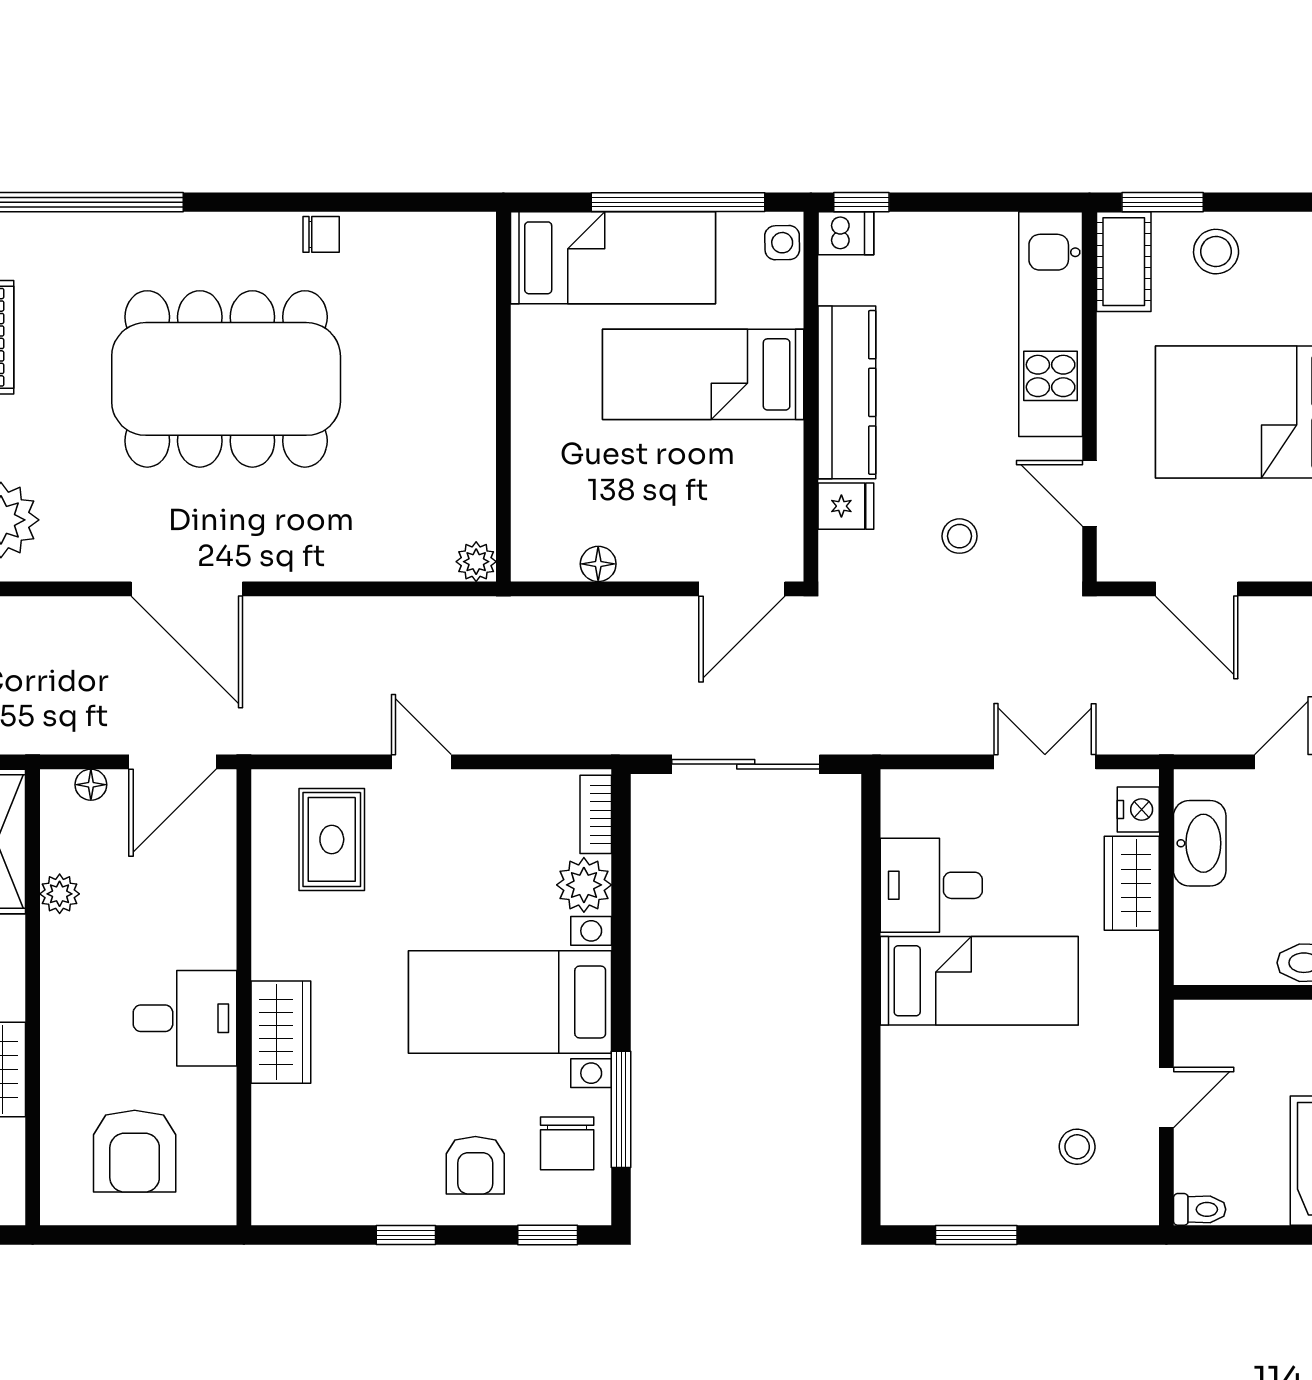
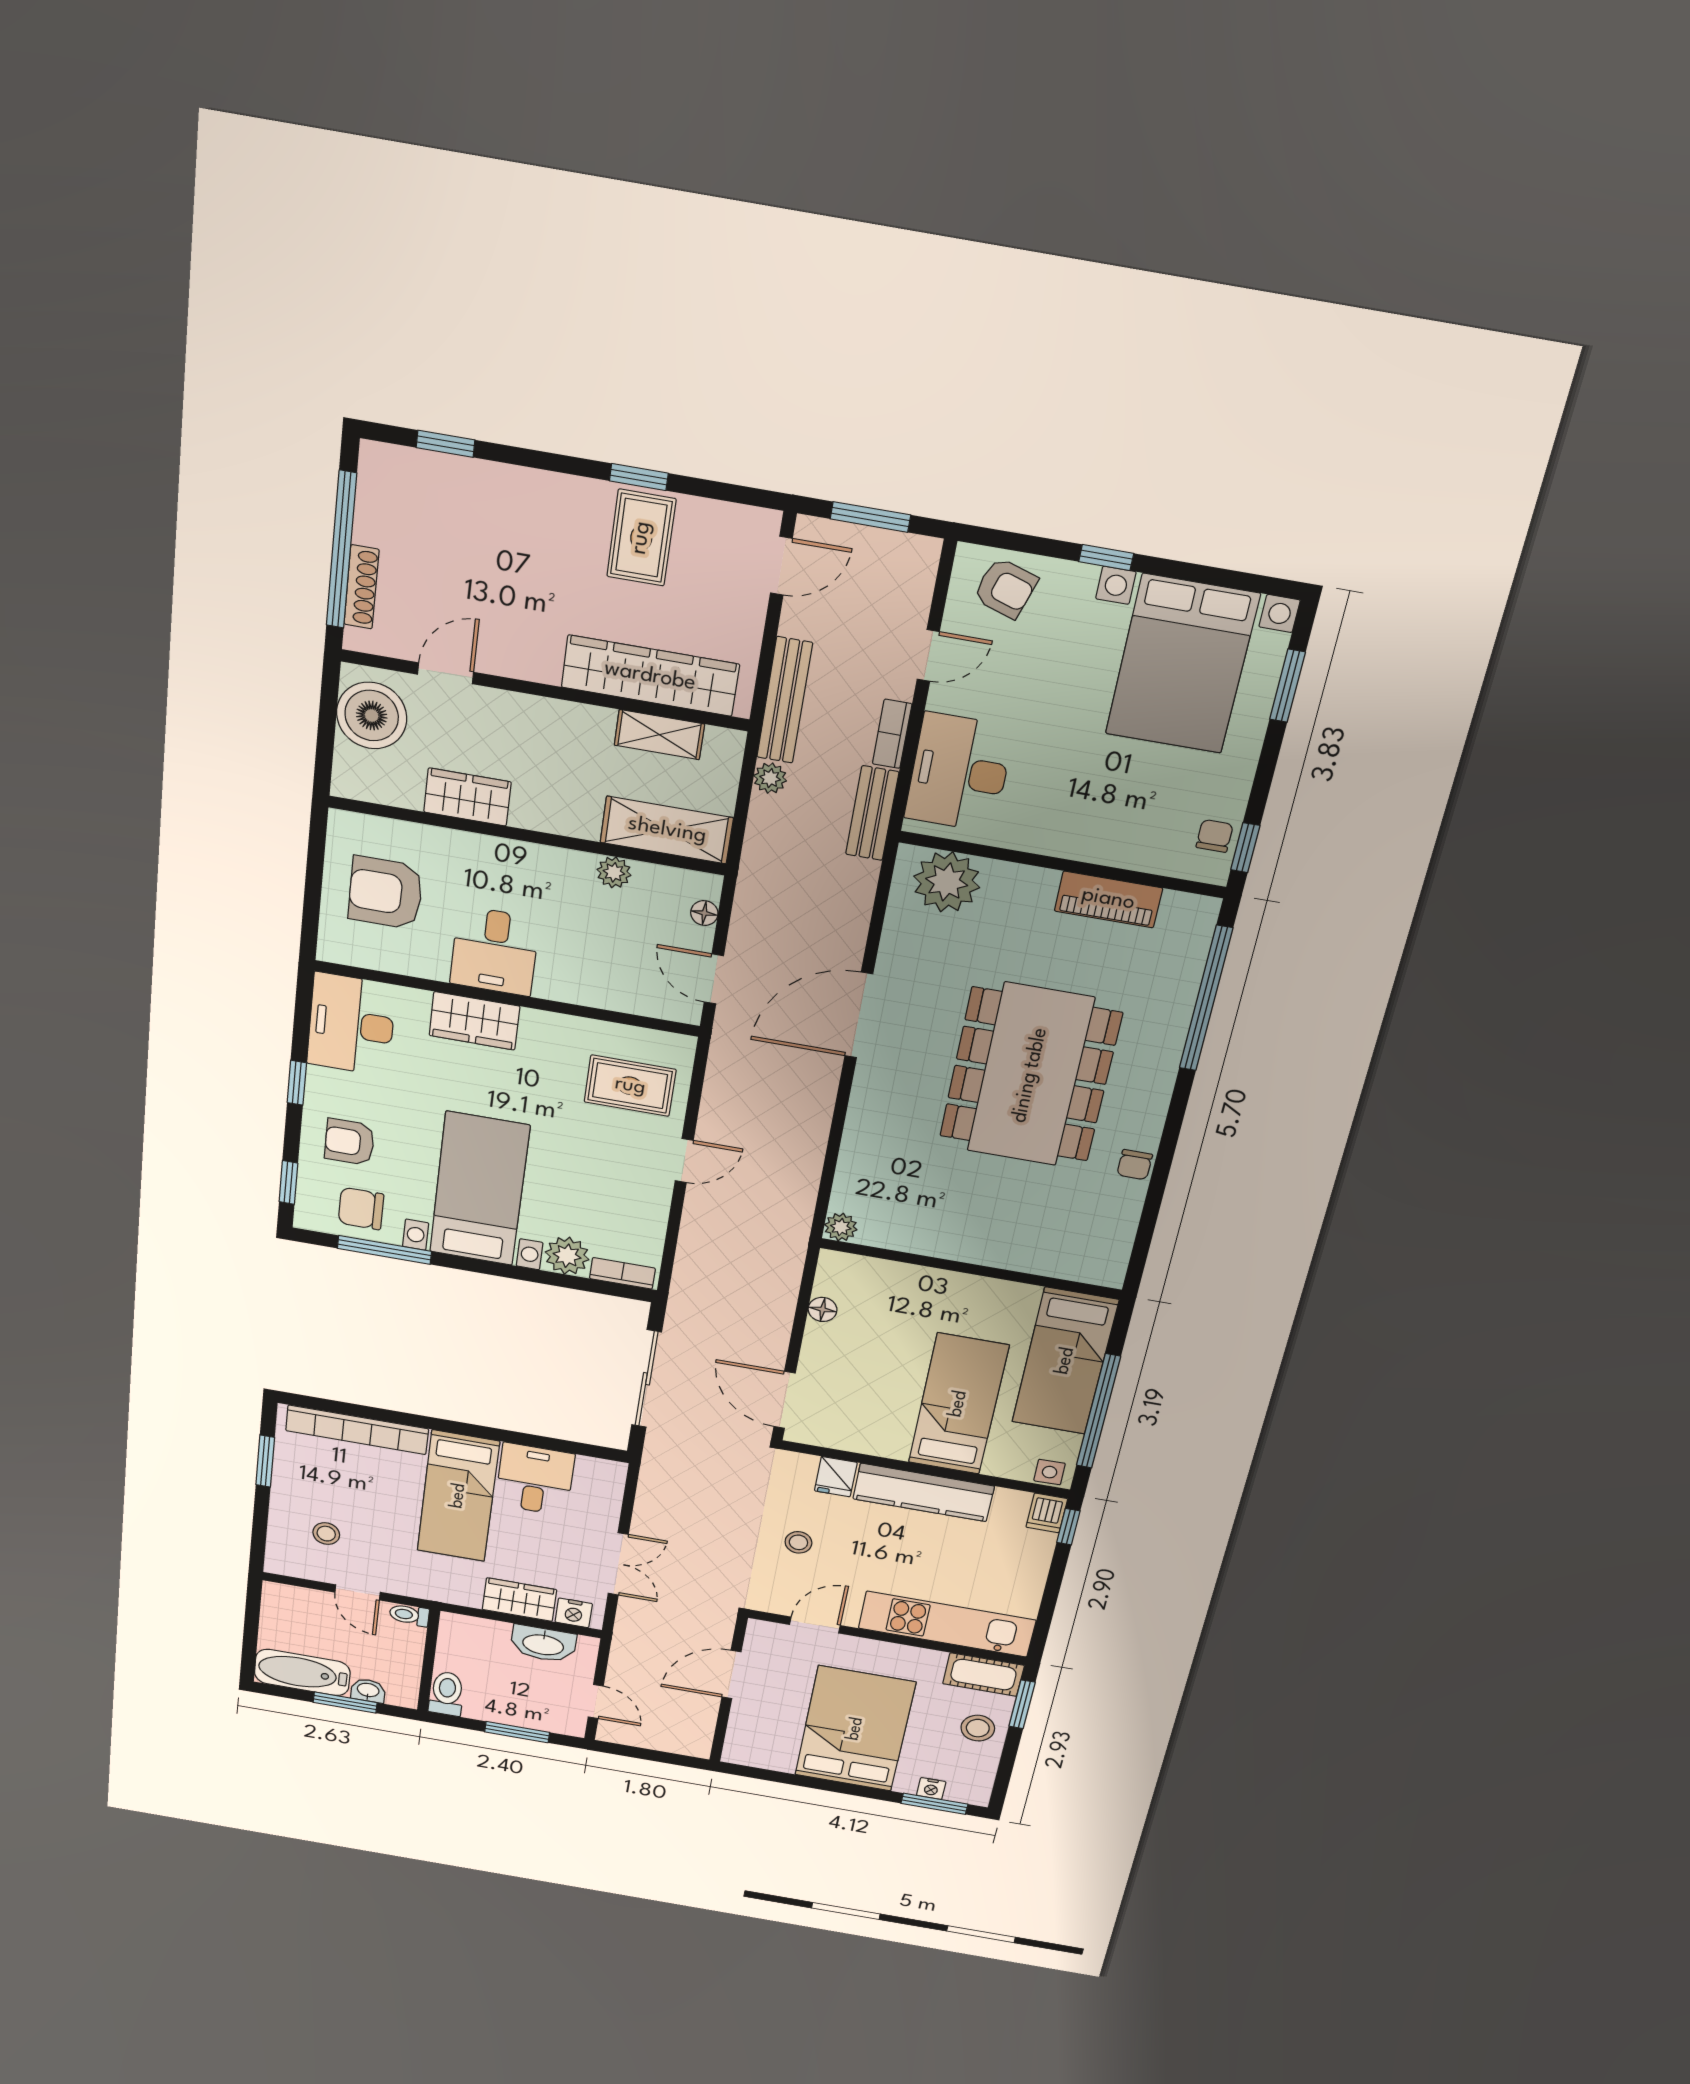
door: (172, 762) -> (714, 979), width x0.73
bookcase: (901, 1120) -> (357, 1430), added
desk: (314, 1176) -> (351, 1024), added
toilet: (1200, 1209) -> (409, 1615), moved, turned 90

